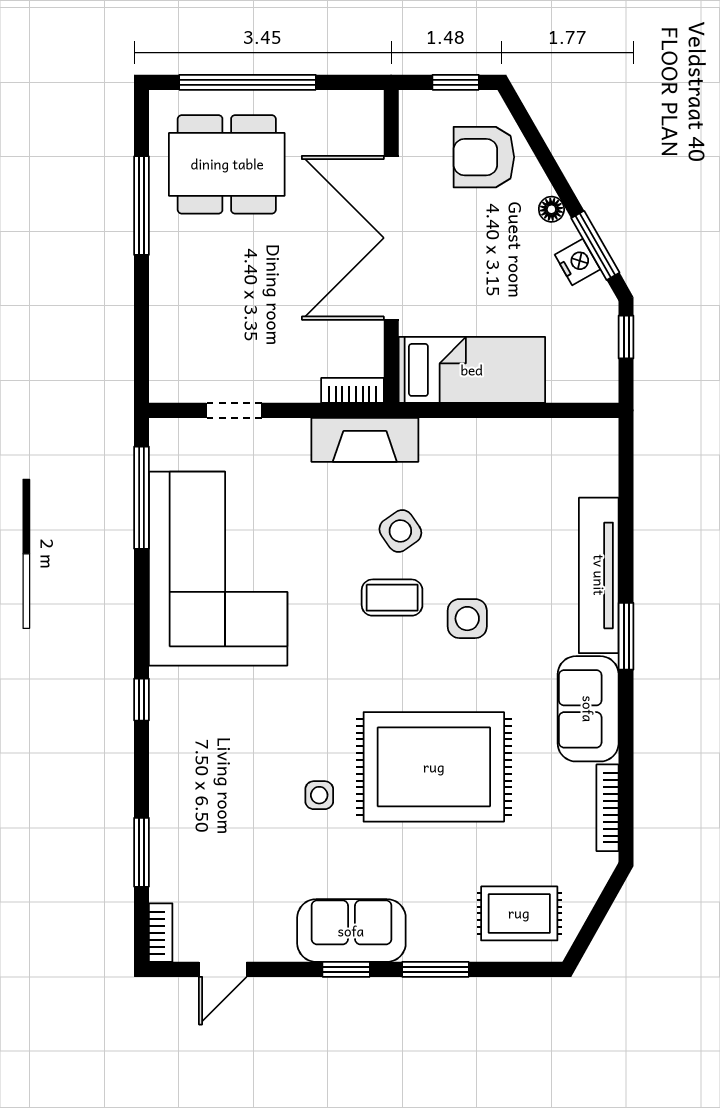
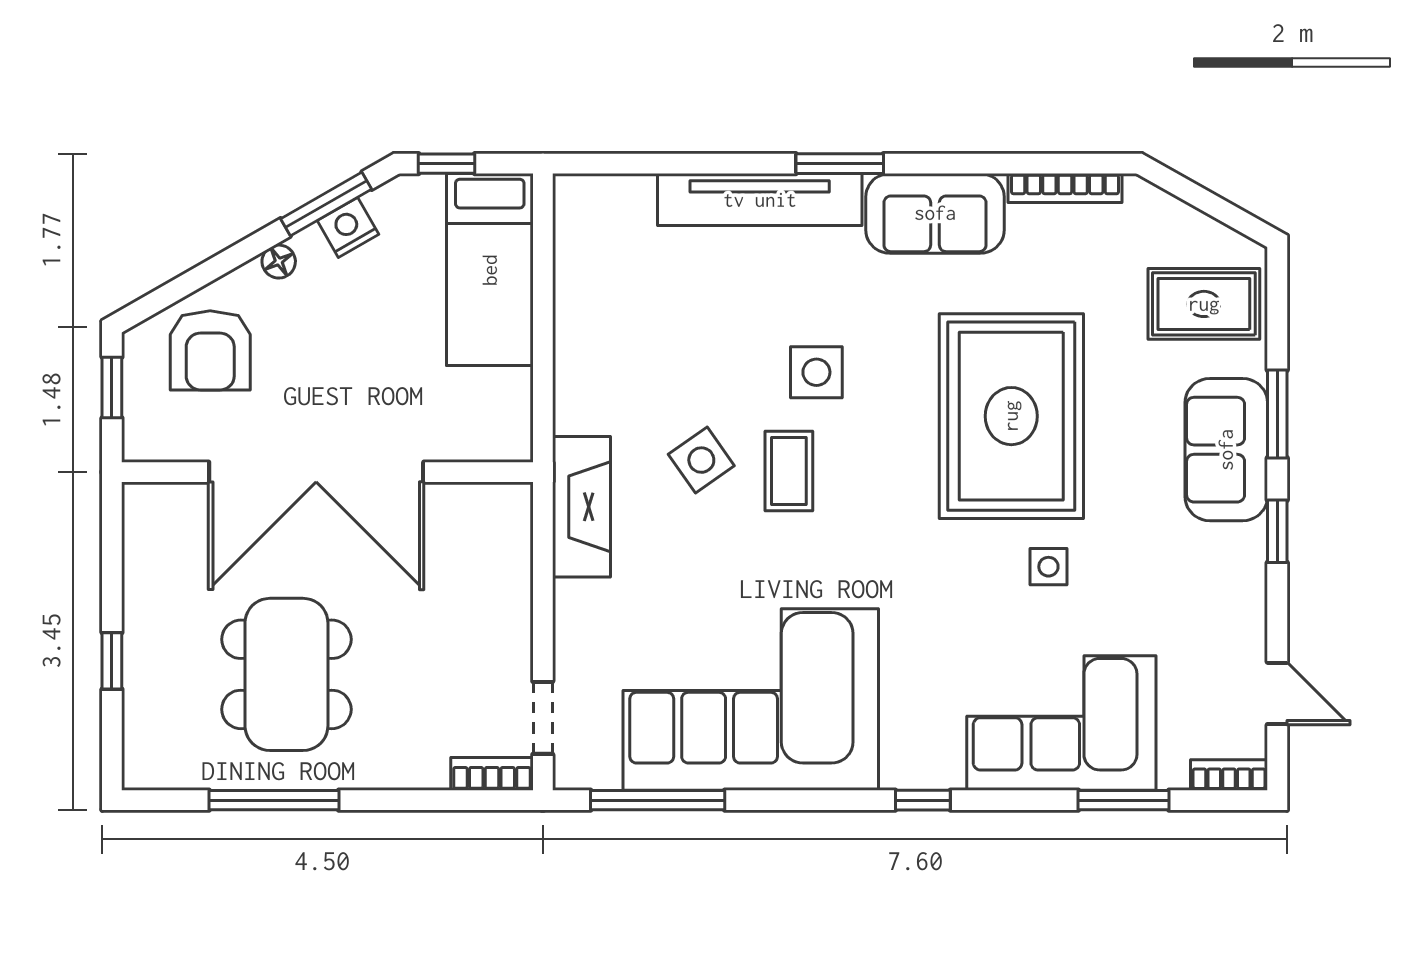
window: (248, 82) -> (112, 661), width x0.32
dining table: (227, 164) -> (286, 674), moved
bed: (472, 370) -> (490, 270), moved, turned 180
bookcase: (353, 390) -> (492, 774), moved, turned 90
doorway: (234, 410) -> (543, 718), moved
corner sofa: (200, 805) -> (1061, 723), added
rug: (519, 913) -> (1204, 304), turned 90
sofa: (351, 931) -> (1226, 450), moved

